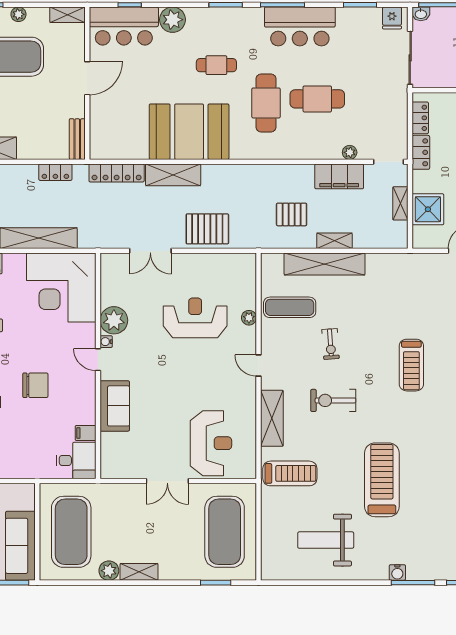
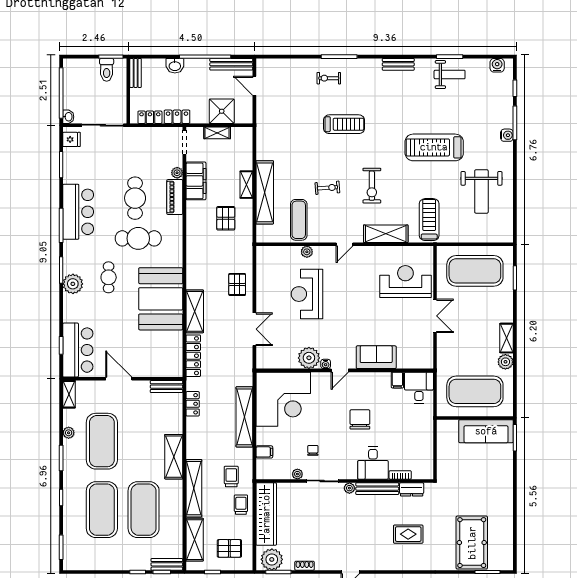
plant: (173, 20) -> (73, 284), moved
piano: (319, 150) -> (175, 197), added
pallet: (207, 229) -> (237, 284), width x0.67, depth x0.71

